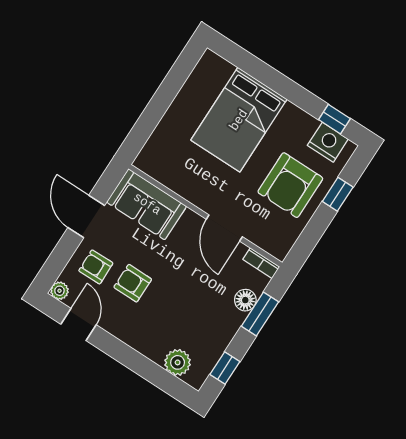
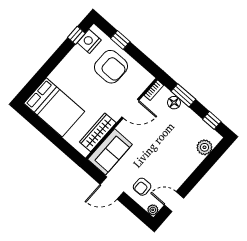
bed: (239, 120) -> (54, 107), moved
wardrobe: (177, 179) -> (98, 132), added
armchair: (133, 283) -> (155, 167), removed

